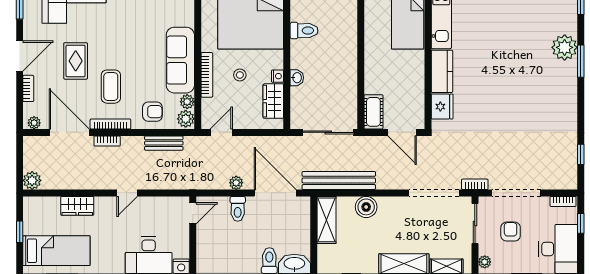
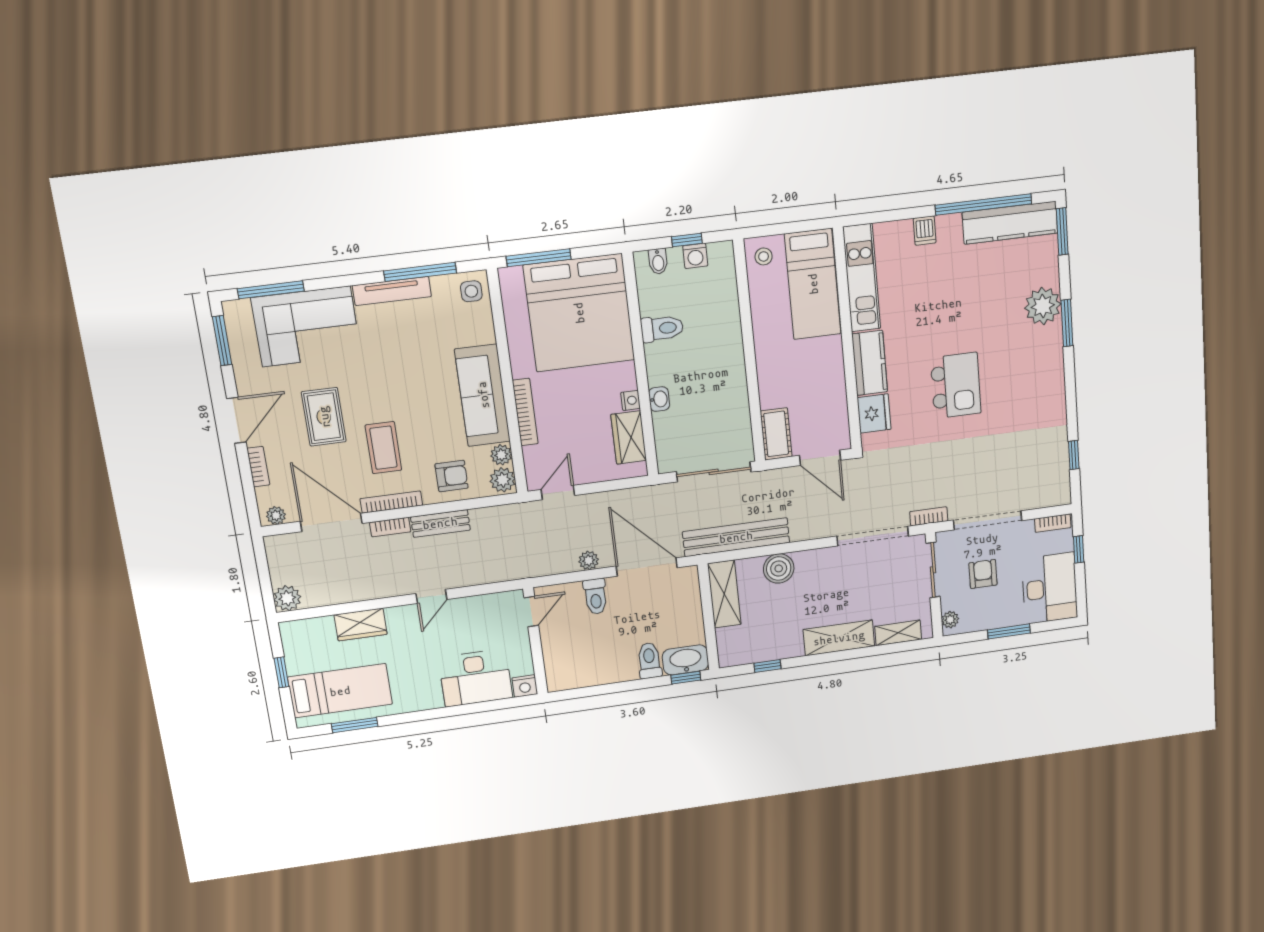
stool: (240, 75) -> (574, 406), removed
kitchen island: (500, 95) -> (956, 386), added
bench: (164, 143) -> (440, 523), moved

